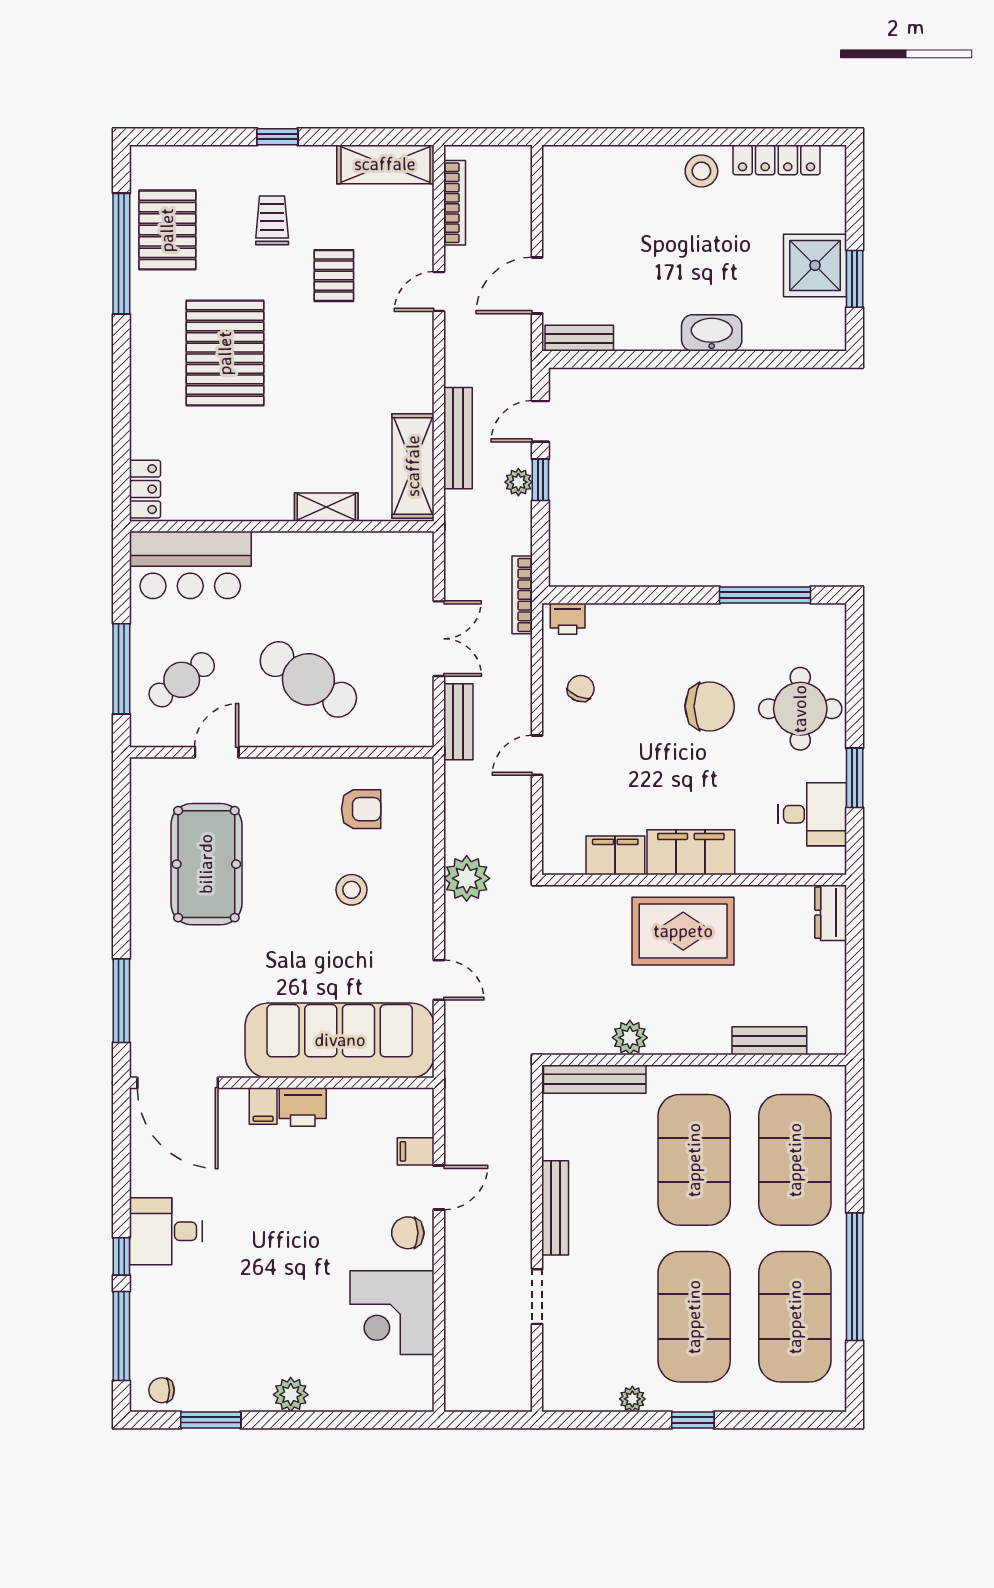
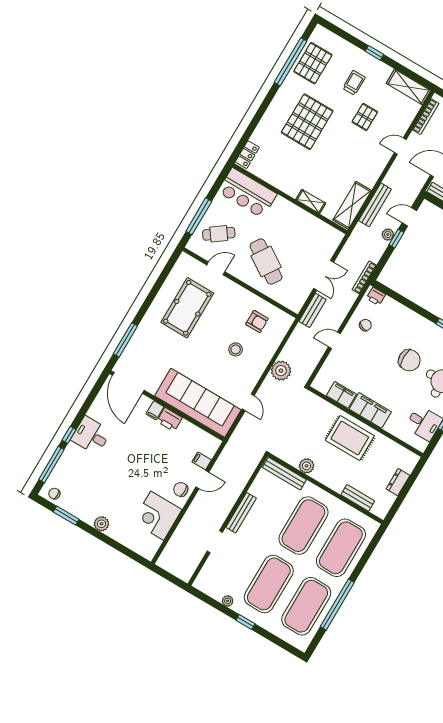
dresser: (831, 913) -> (398, 482), moved

